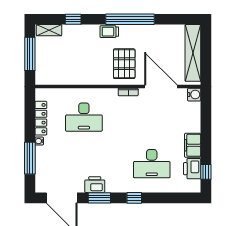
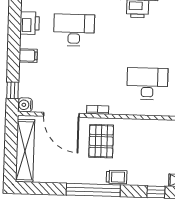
filing cabinet: (193, 145) -> (28, 56), width x0.50
window: (206, 172) -> (13, 90), moved

